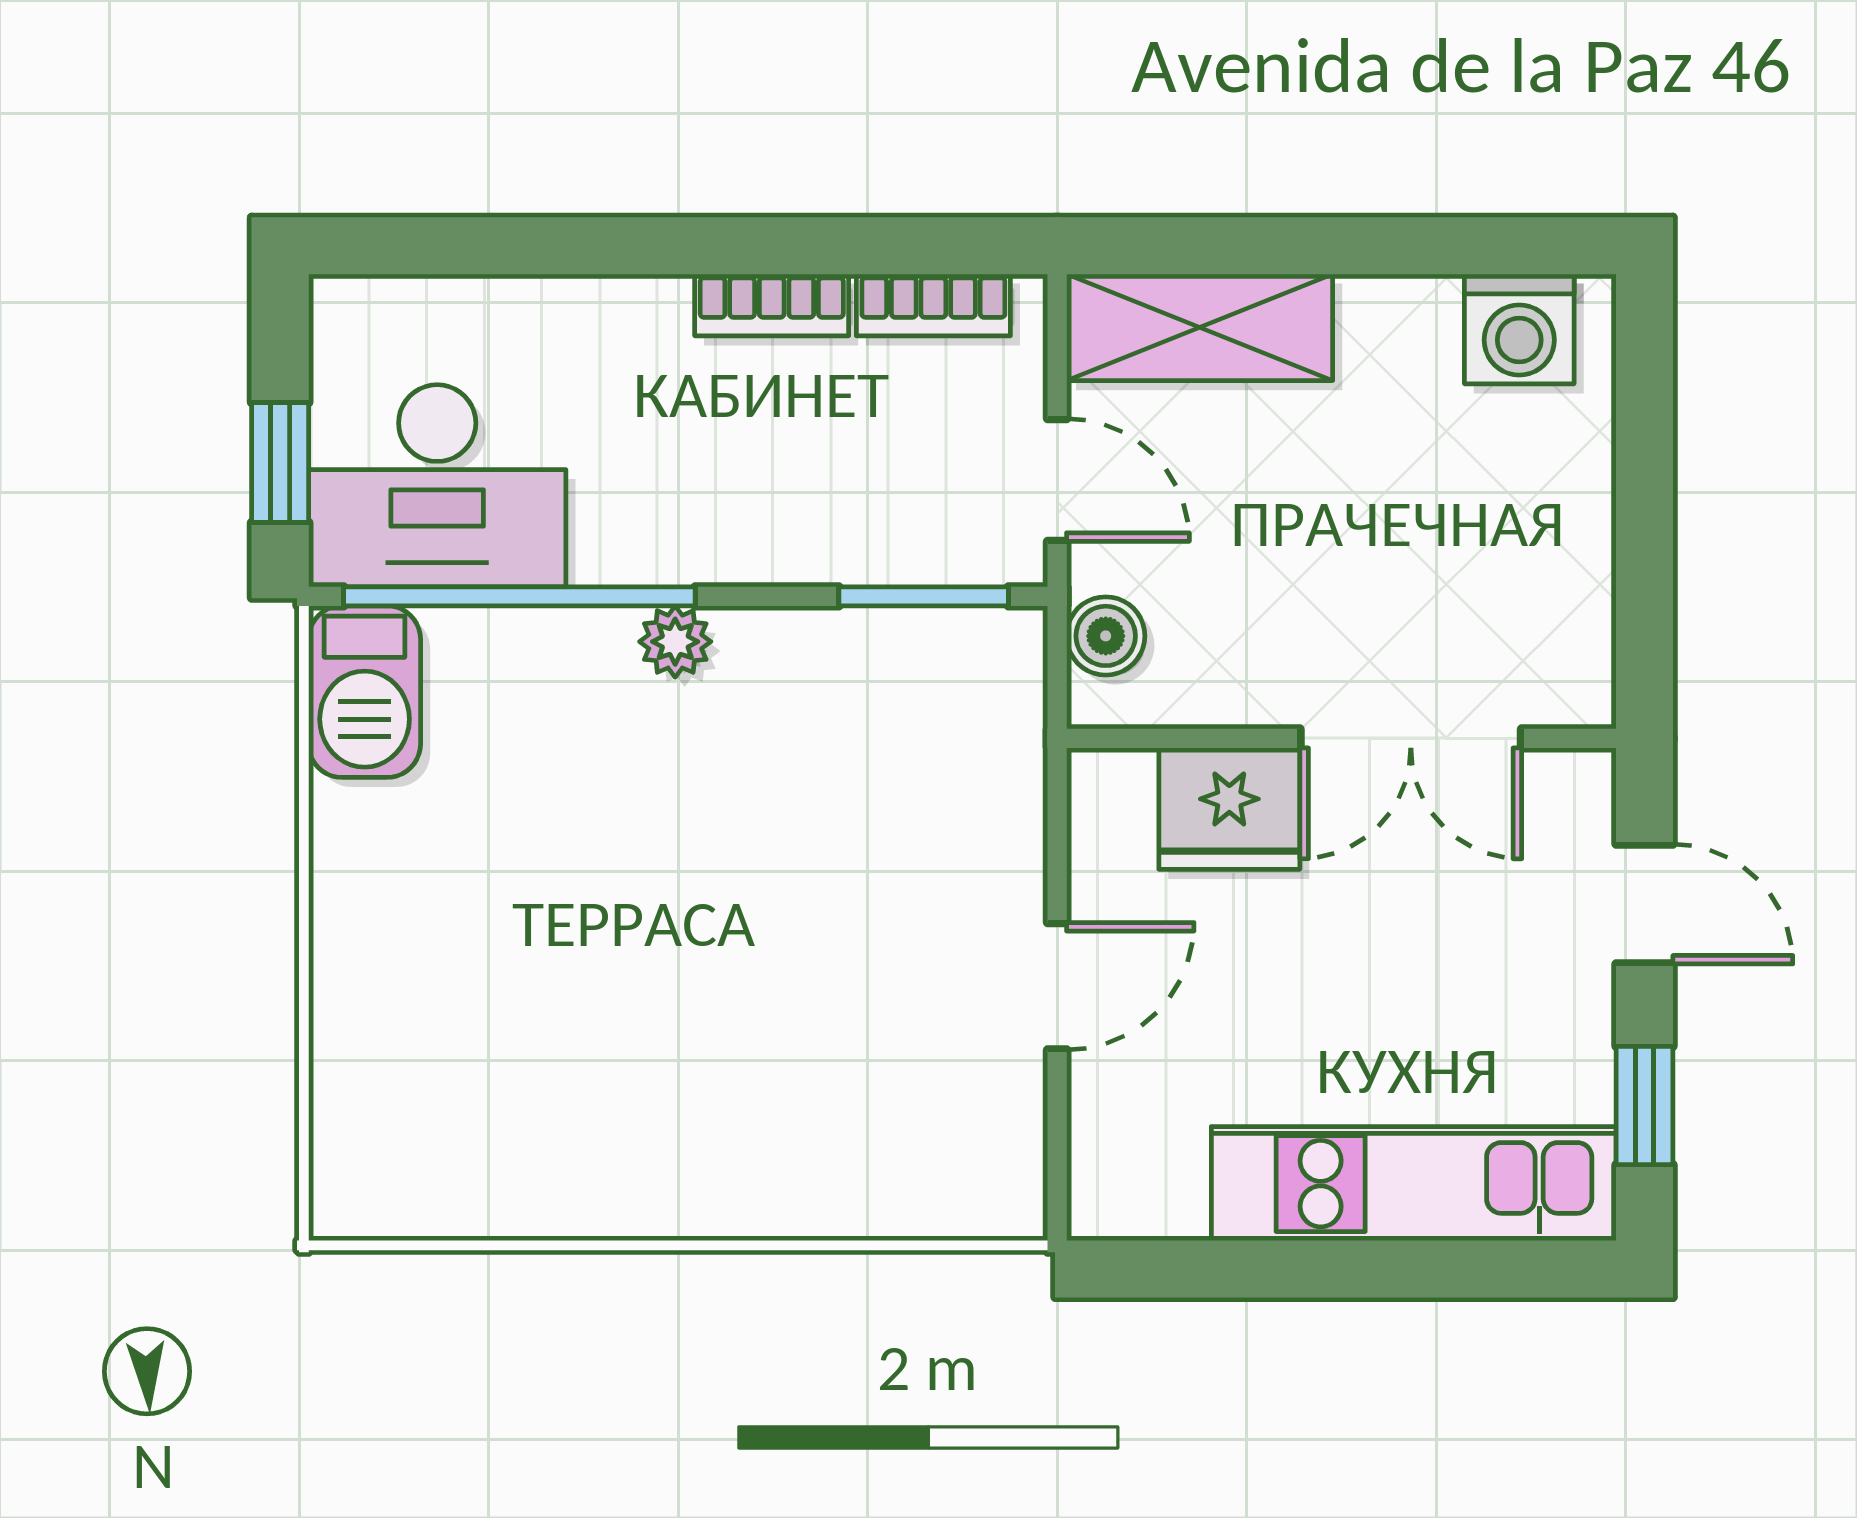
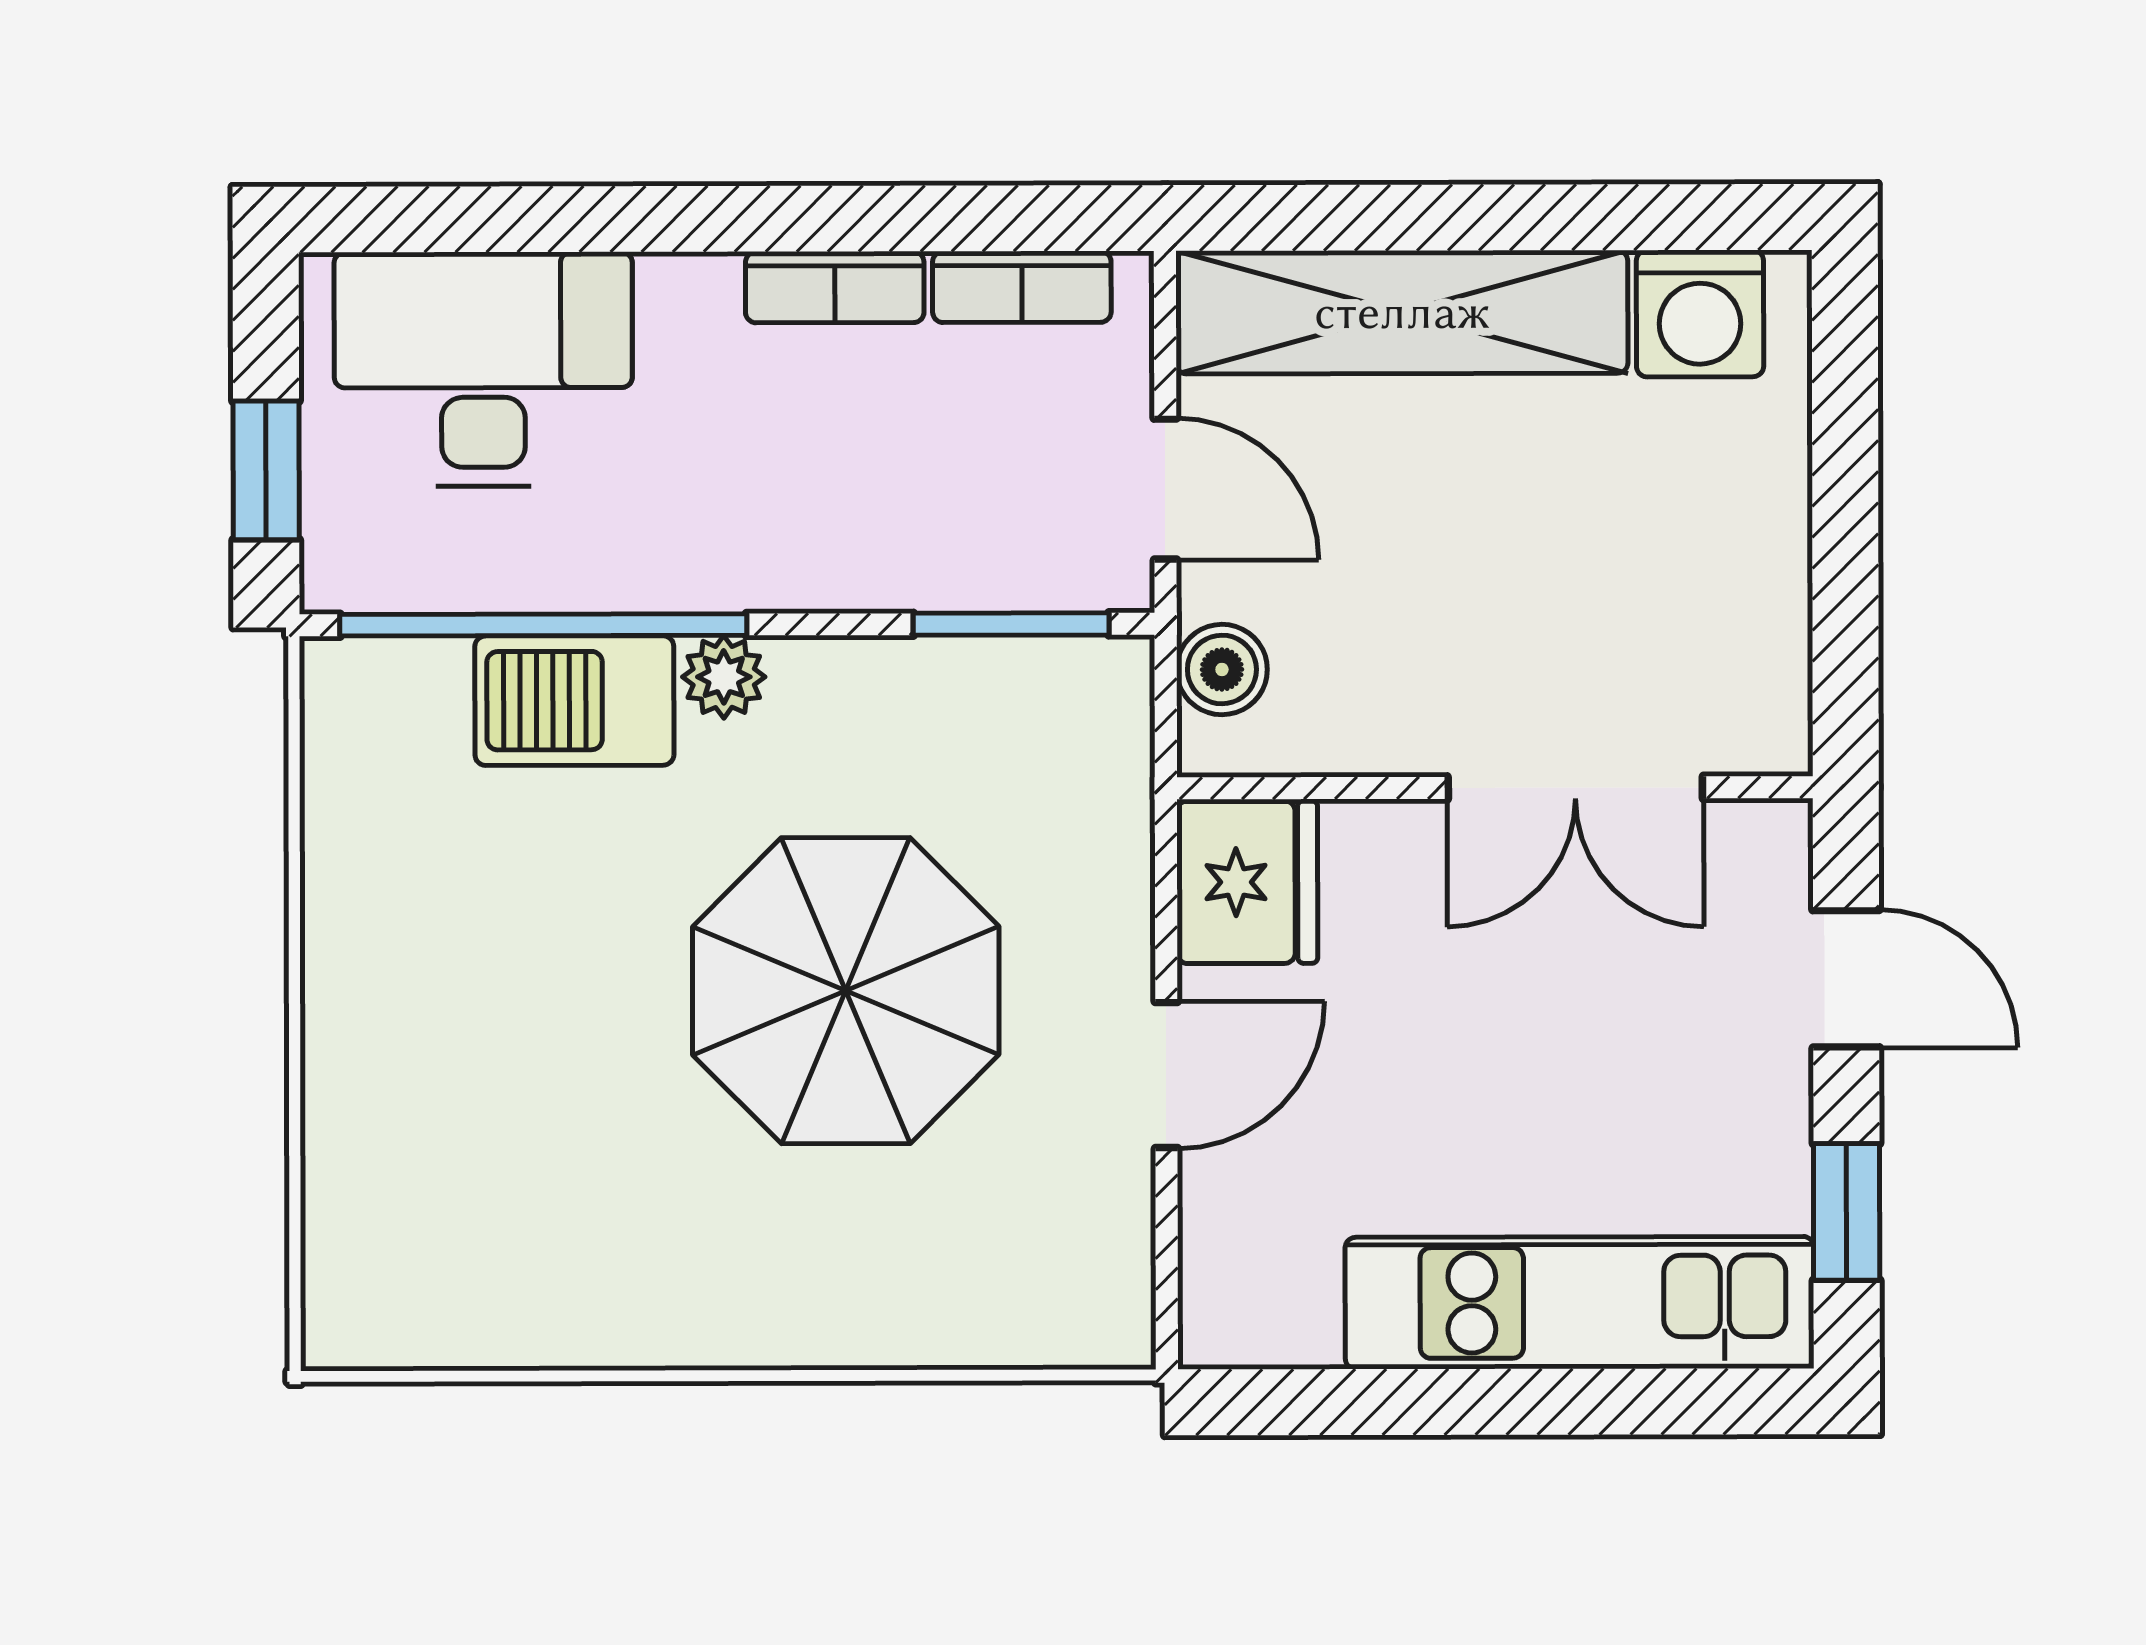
shelving: (1200, 327) -> (1402, 312), width x1.47
desk: (437, 486) -> (483, 369), moved, turned 180
barbecue: (365, 692) -> (574, 701), moved, turned 90
fridge: (1229, 809) -> (1247, 882), moved, turned -90
parasol: (780, 913) -> (846, 991), added

